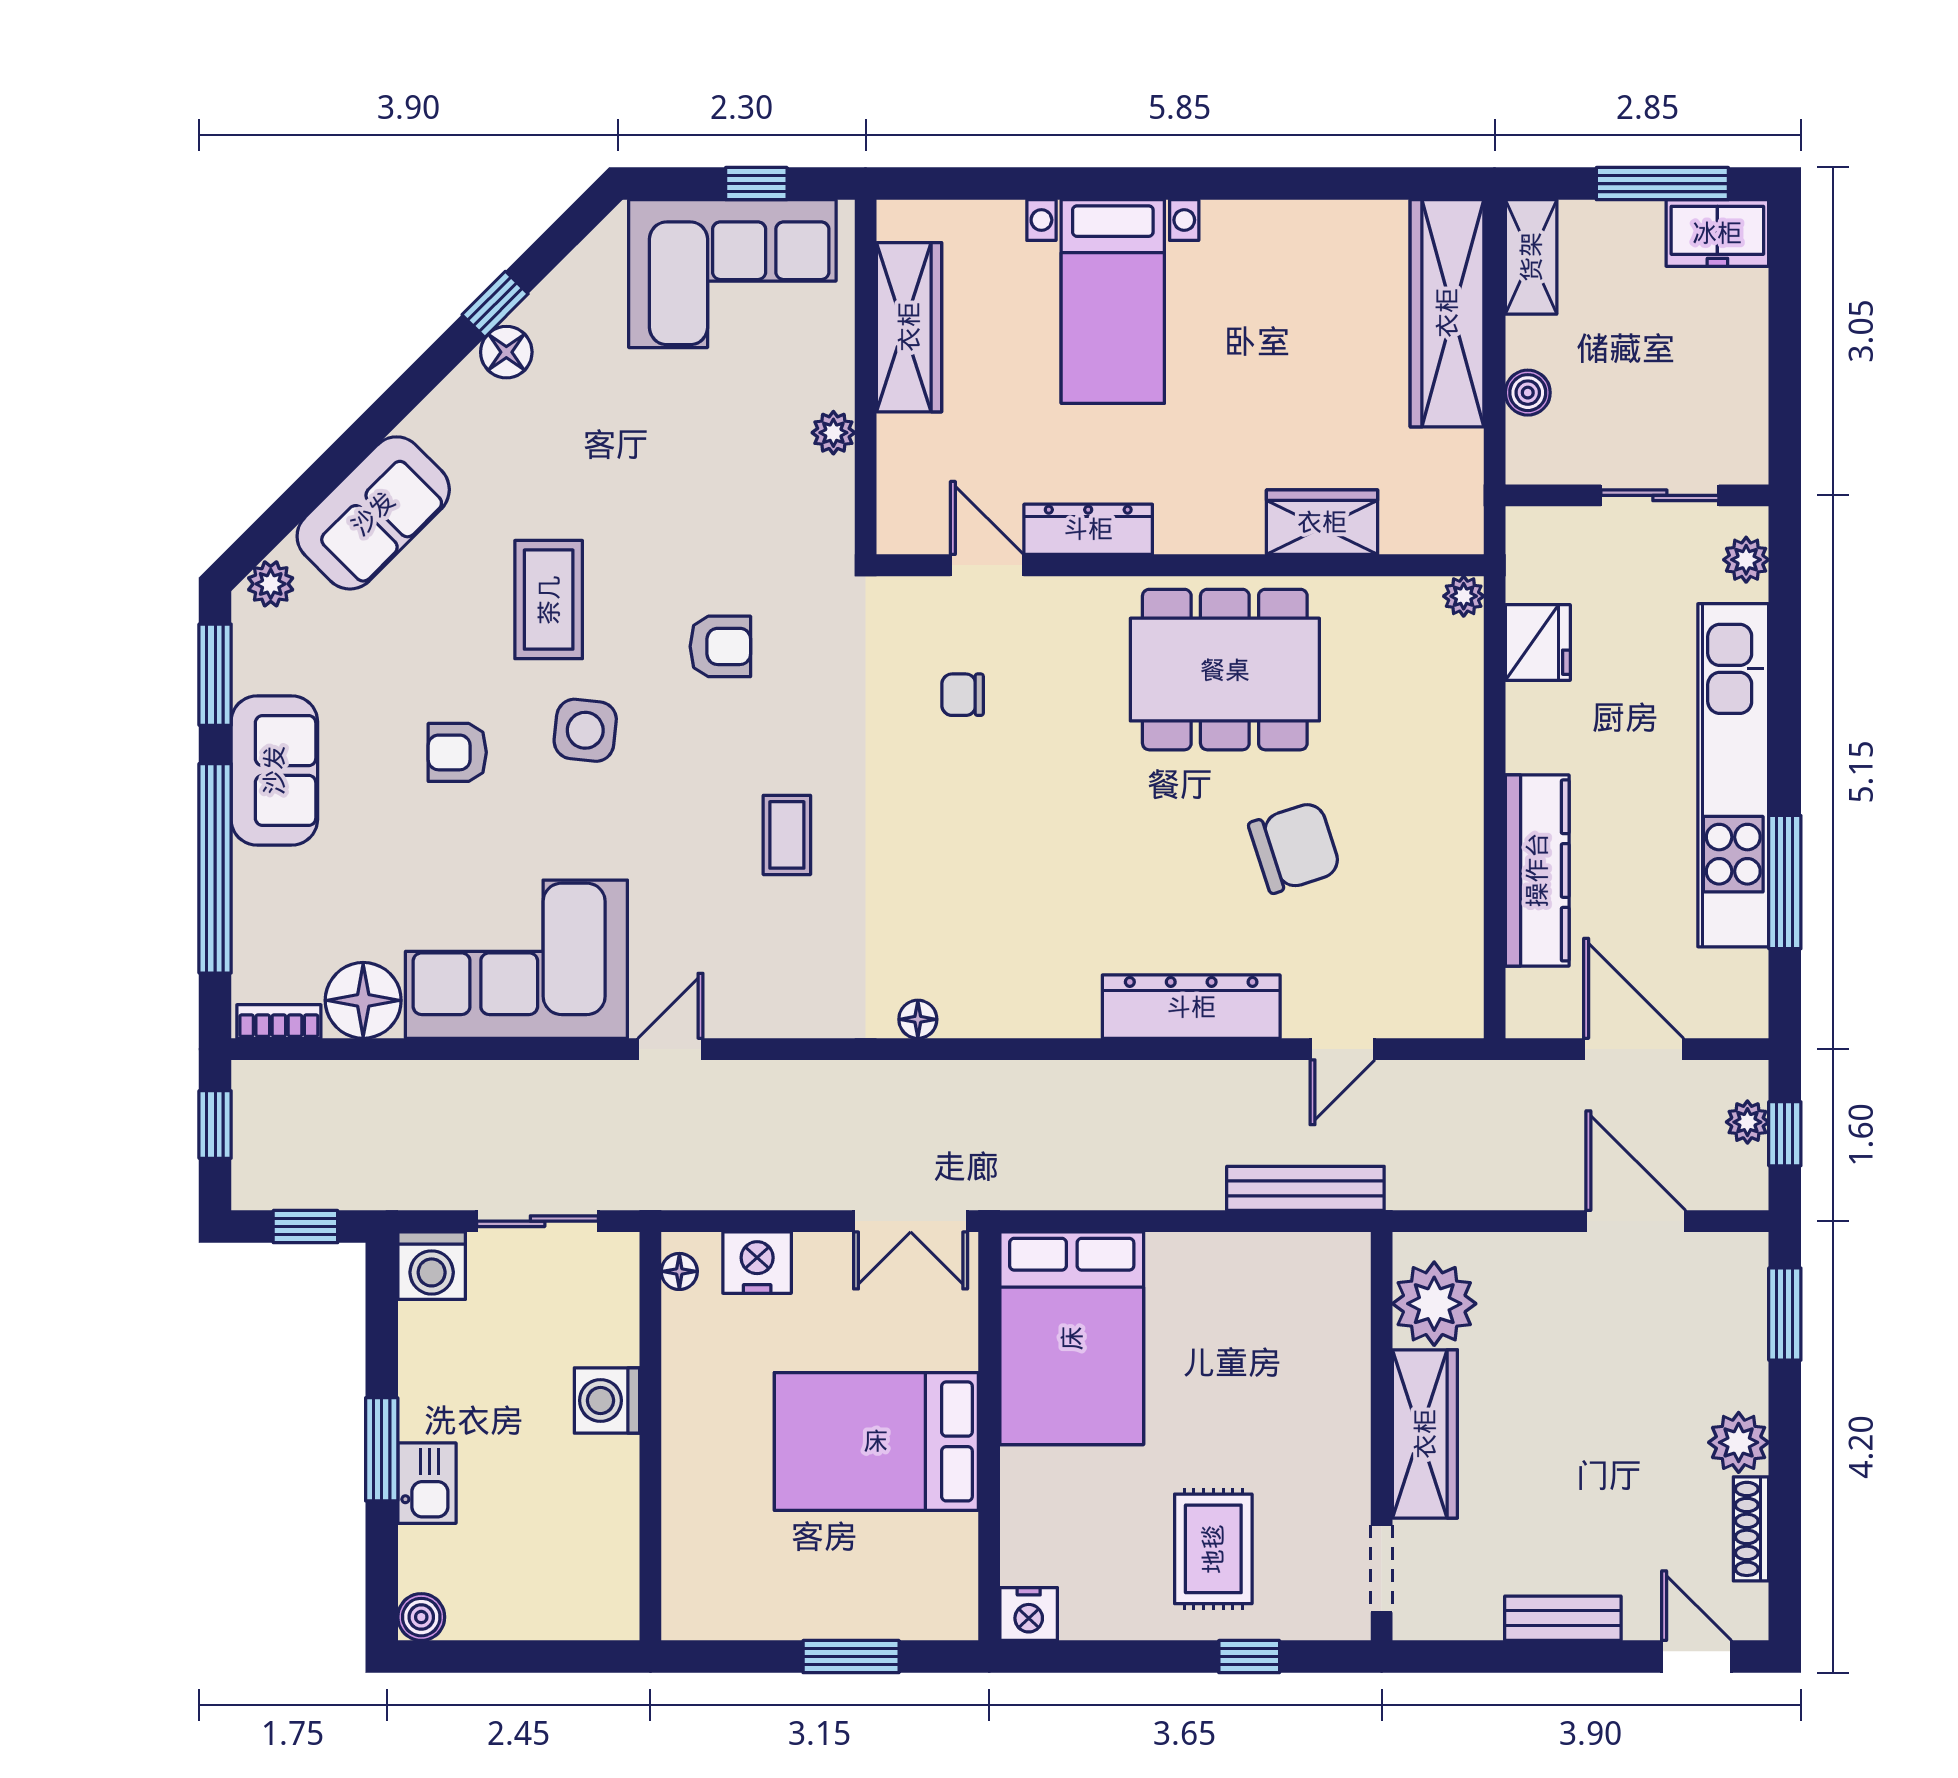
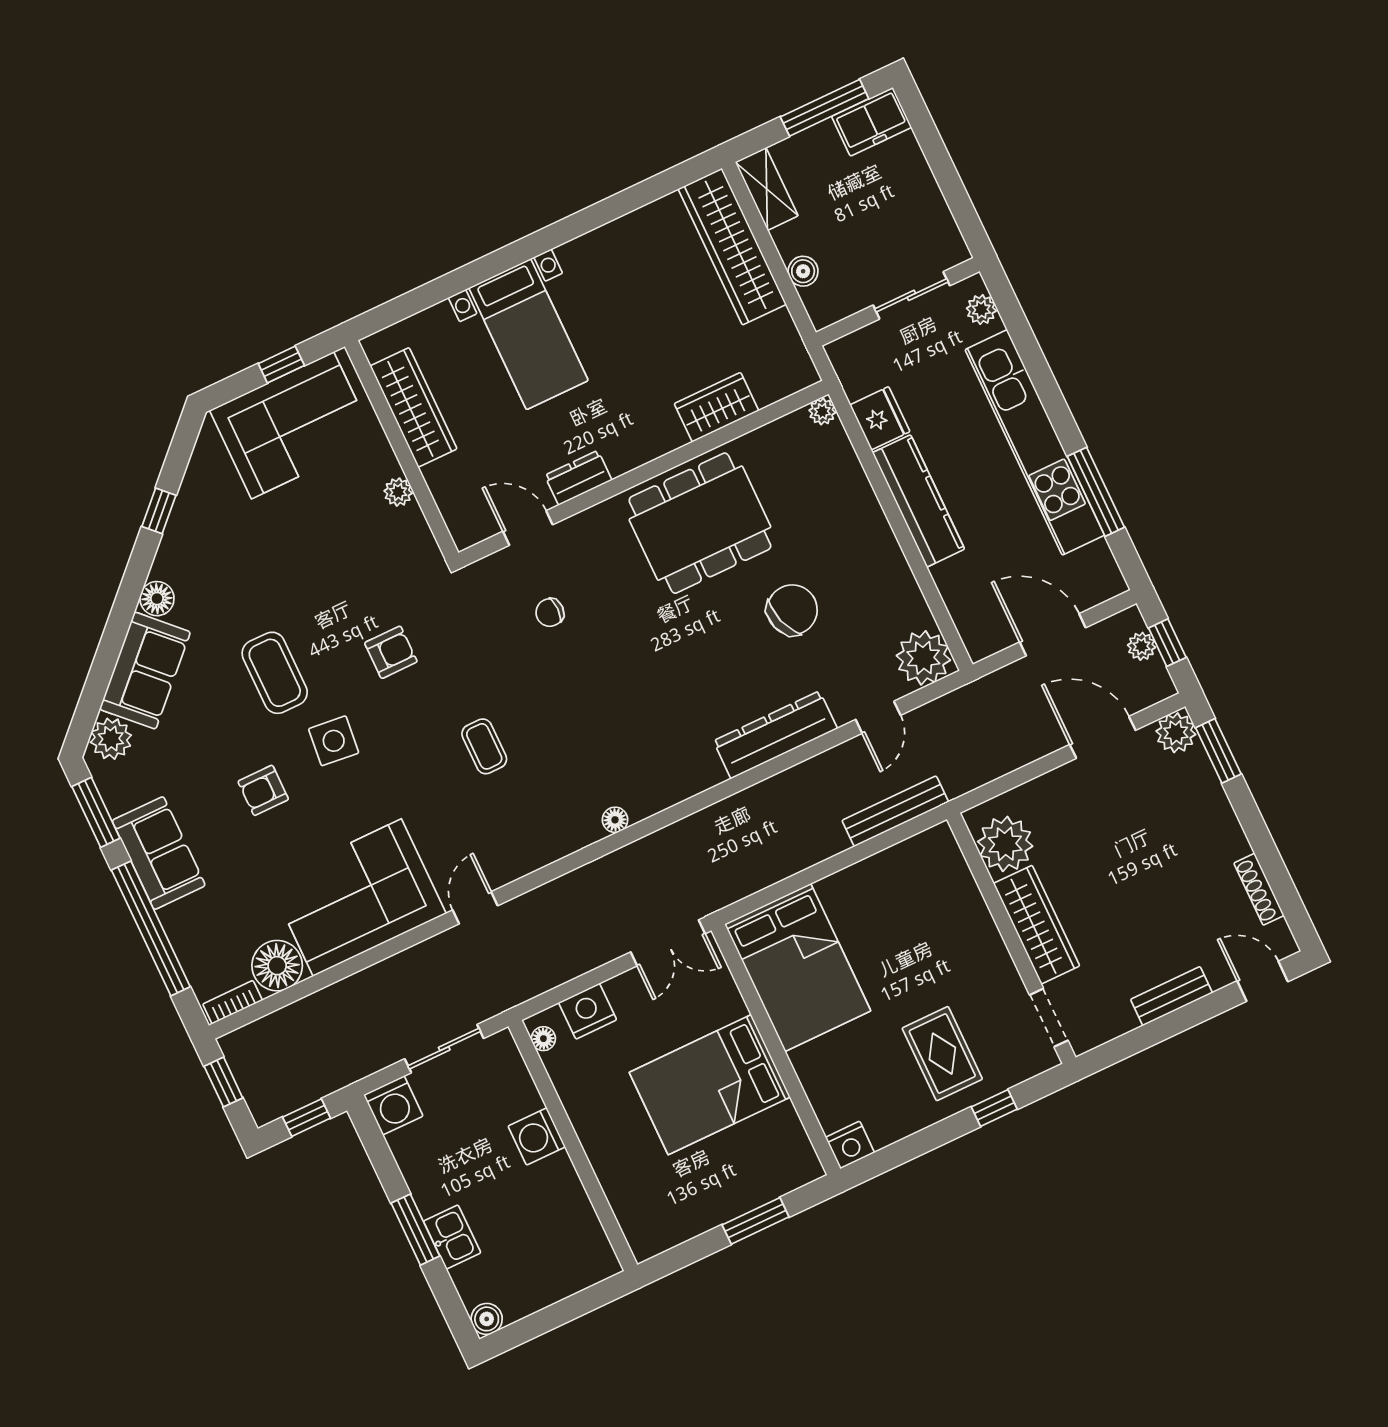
floor lamp: (506, 352) -> (157, 599), moved
dresser: (1088, 529) -> (578, 478), width x0.70
plant: (271, 584) -> (111, 739), width x1.38, depth x1.38
kitchen counter: (1537, 870) -> (919, 501), moved
plant: (1443, 997) -> (923, 658), added
plant: (1739, 1442) -> (1176, 733), moved

